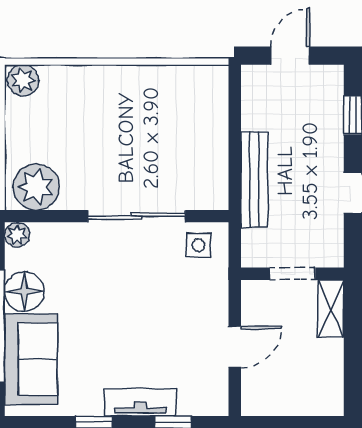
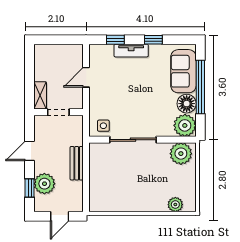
plant: (23, 80) -> (175, 205), moved
plant: (322, 124) -> (44, 184), added
bench: (254, 180) -> (77, 163), width x0.73
plant: (17, 235) -> (185, 125), width x1.88, depth x1.88

